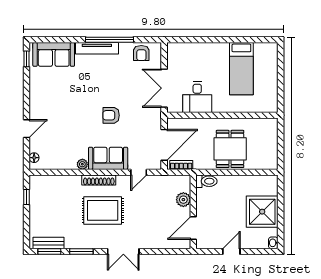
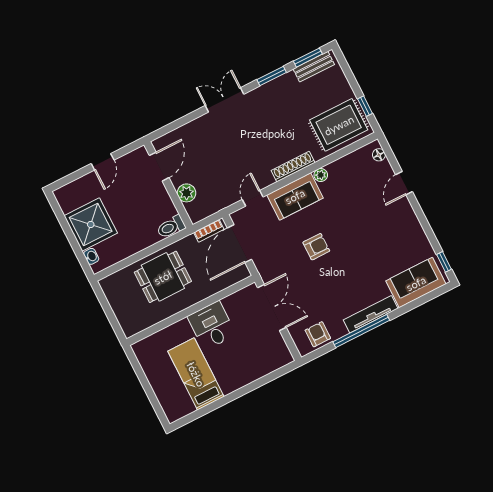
desk: (197, 97) -> (212, 326), moved
dining table: (230, 149) -> (163, 277), turned 90
rug: (103, 210) -> (339, 125), moved
washbasin: (273, 243) -> (91, 256), moved

